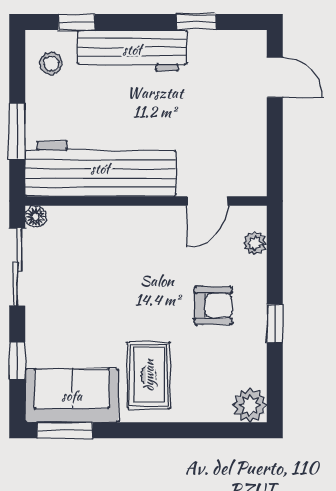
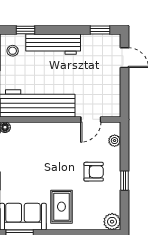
window: (196, 22) -> (100, 30), moved

